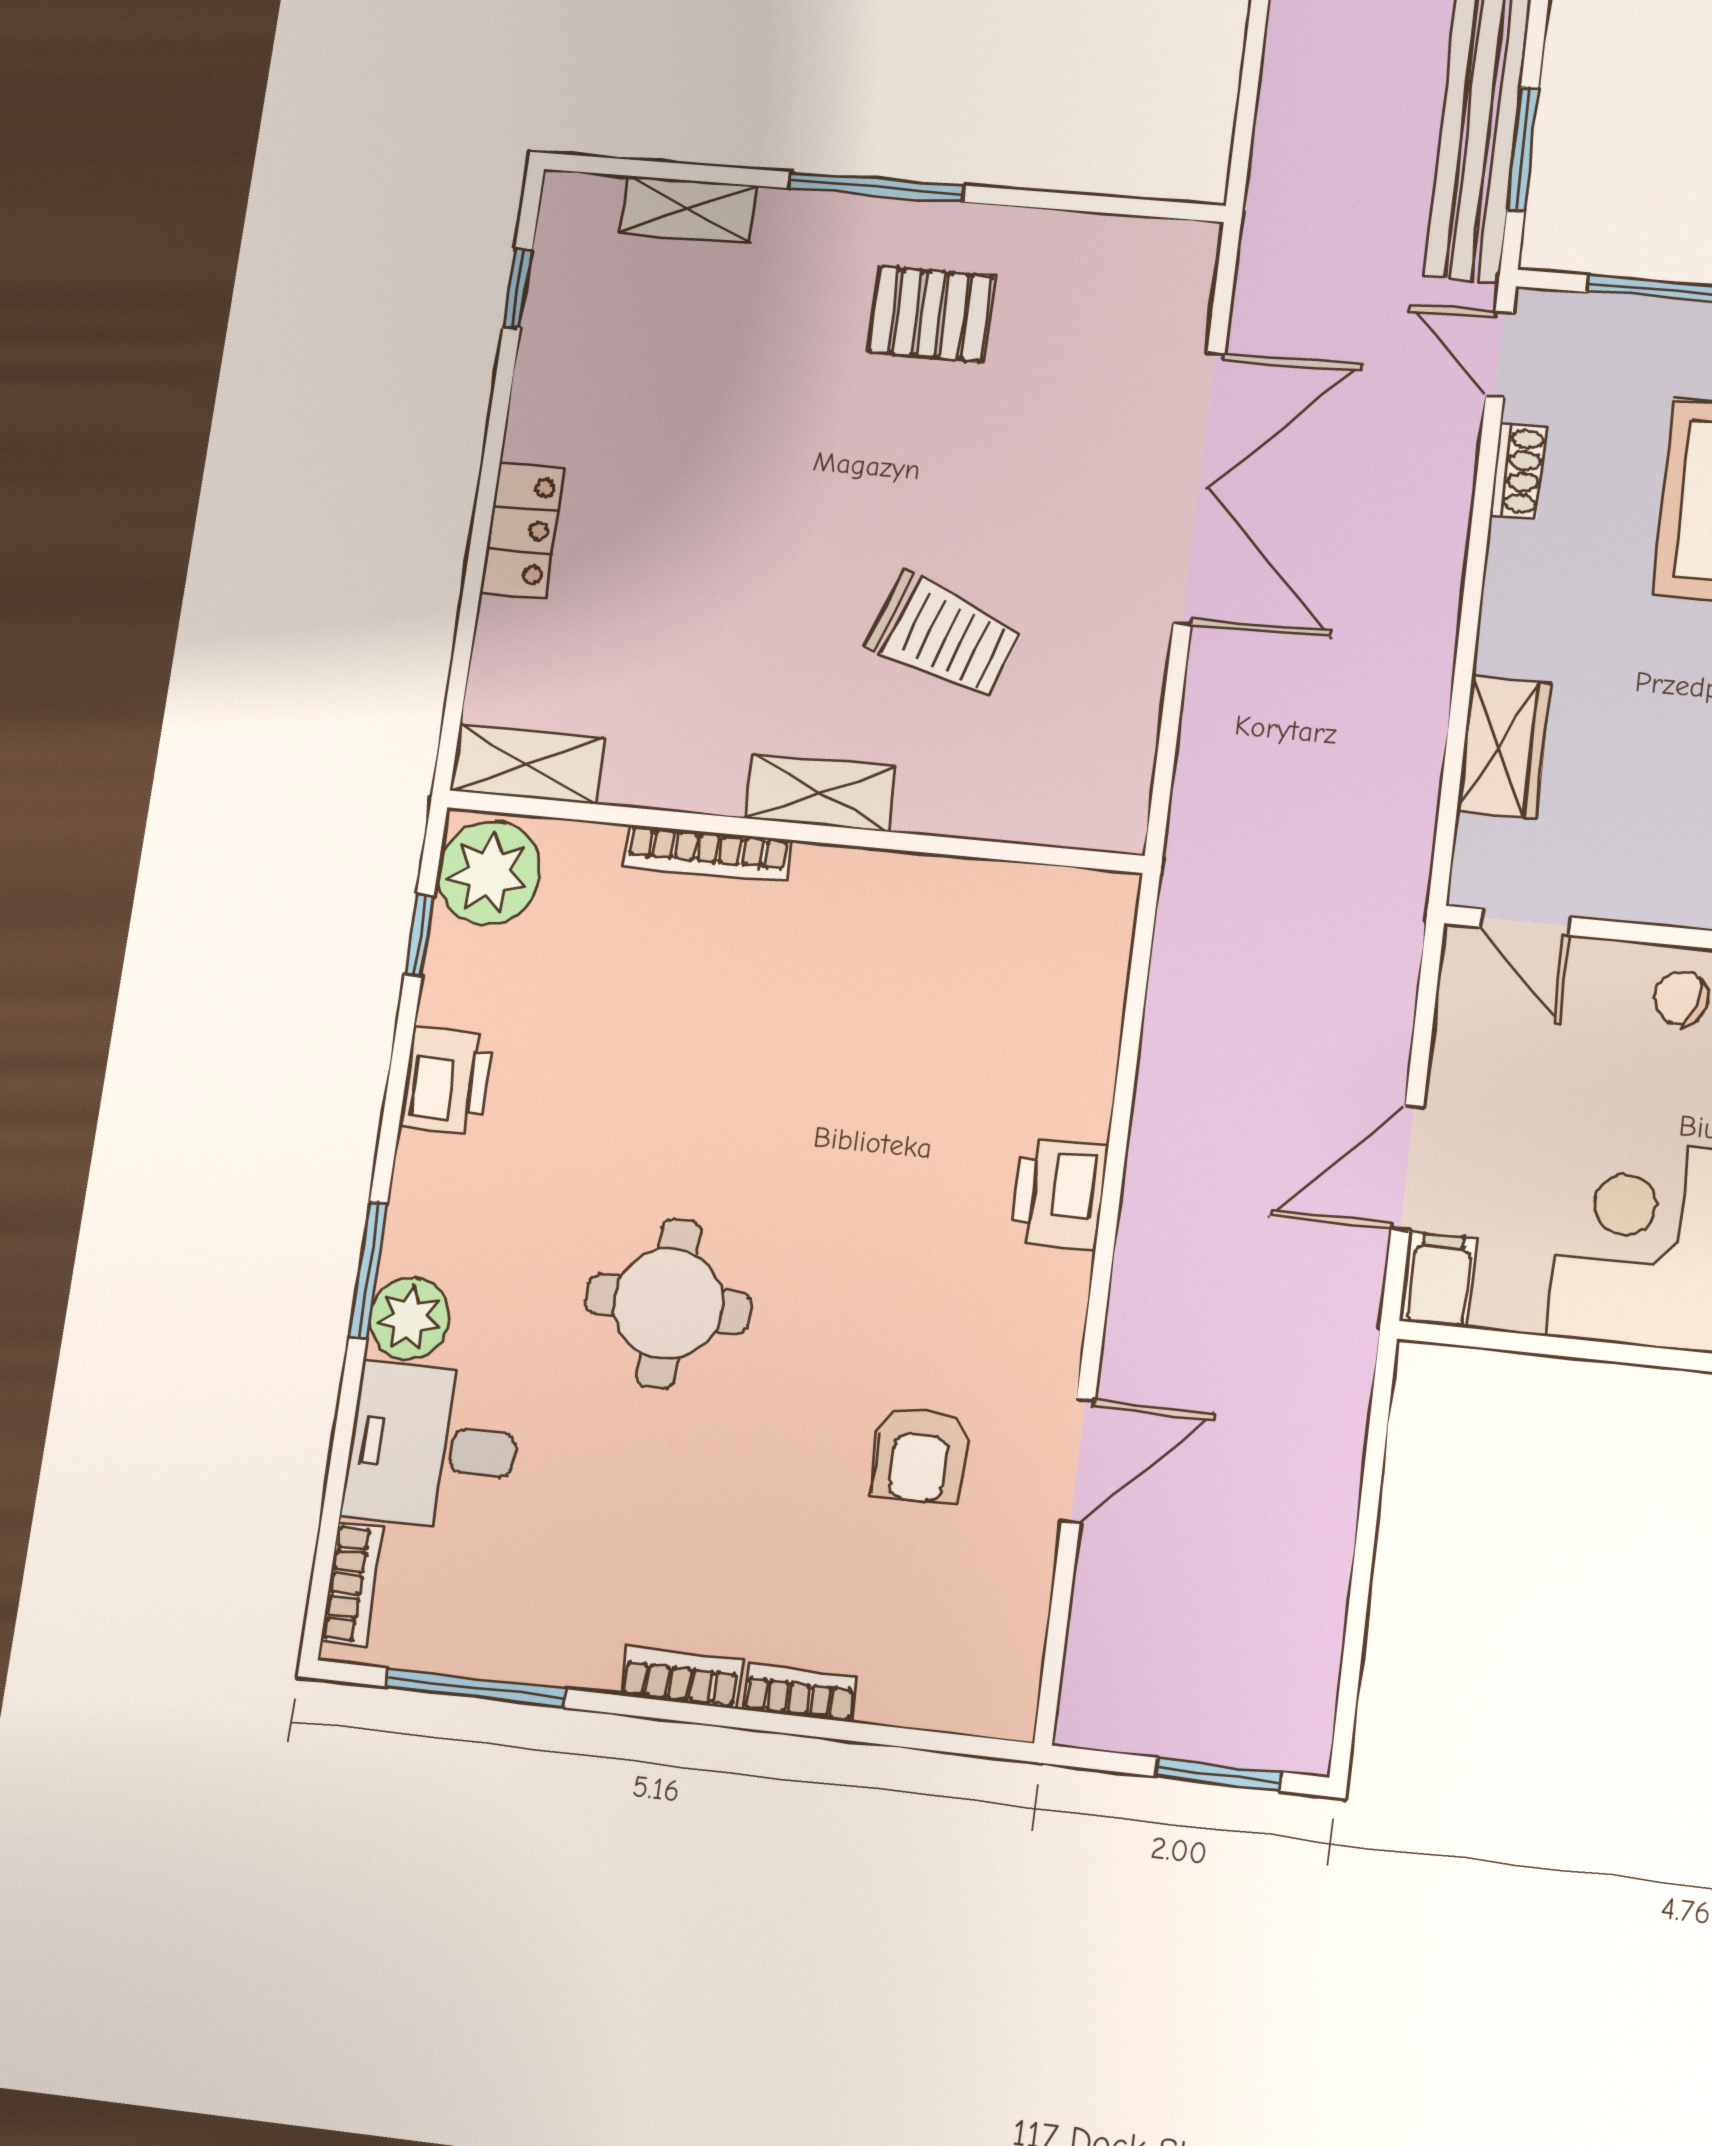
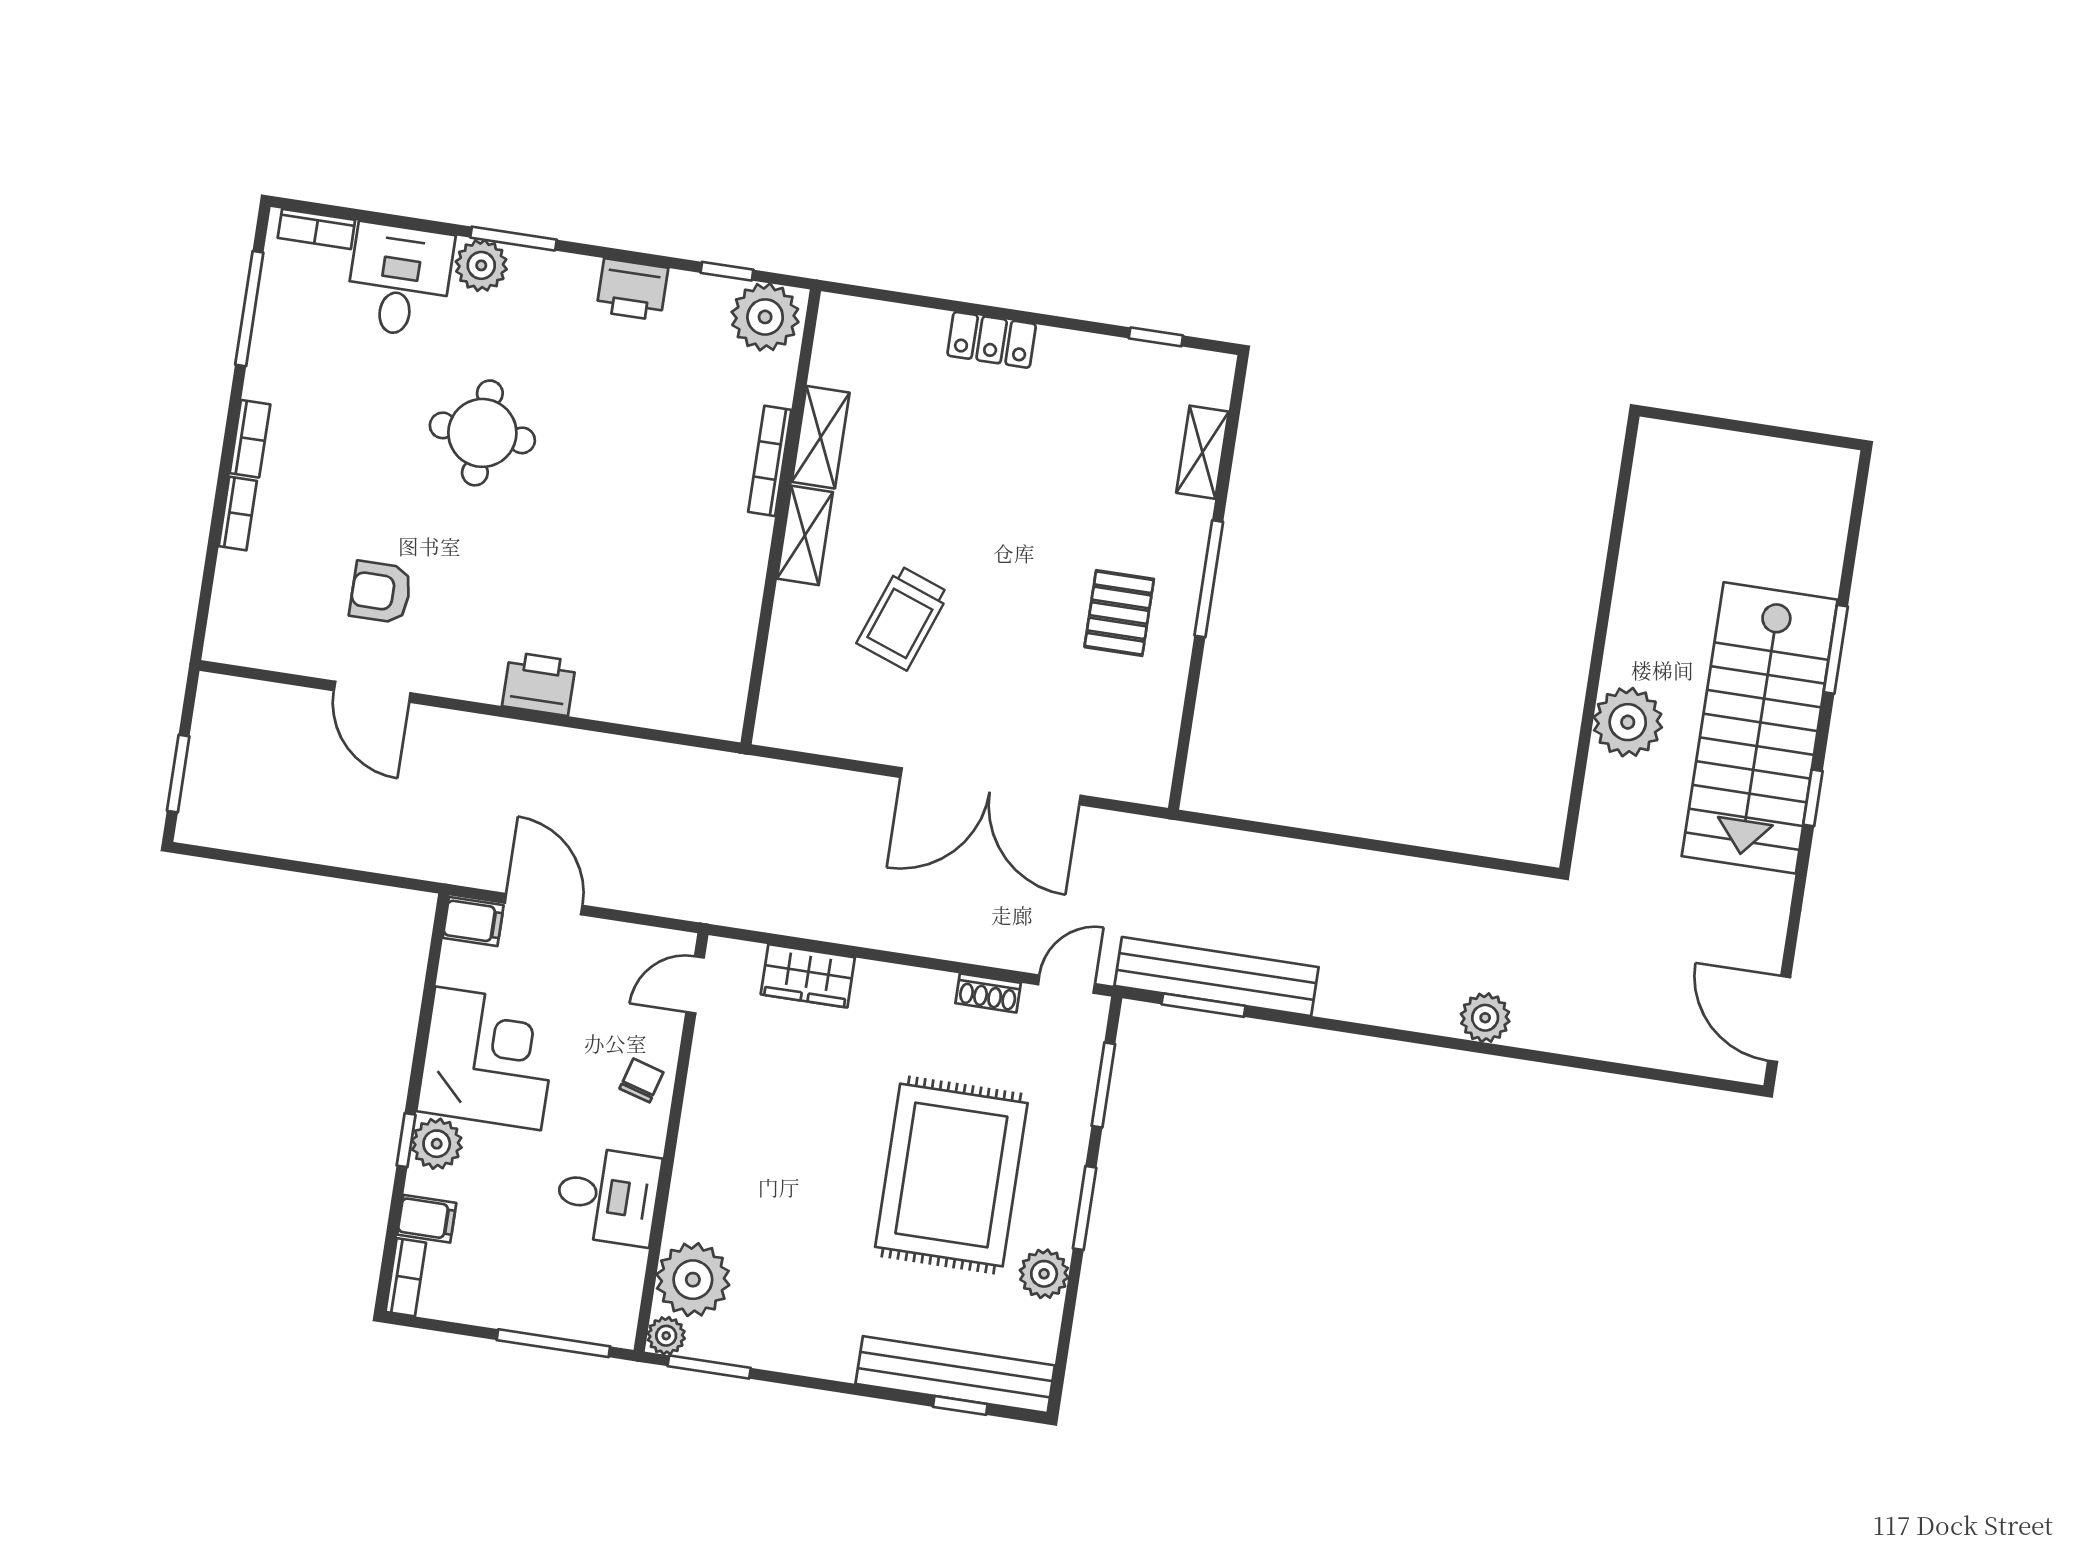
shelving: (527, 764) -> (821, 437), moved

